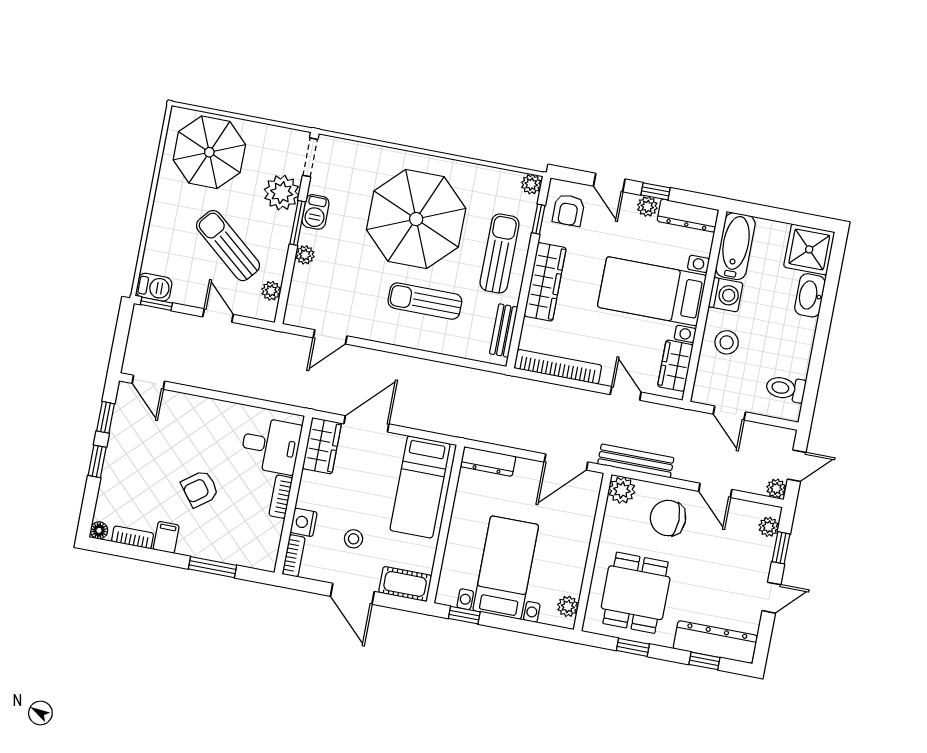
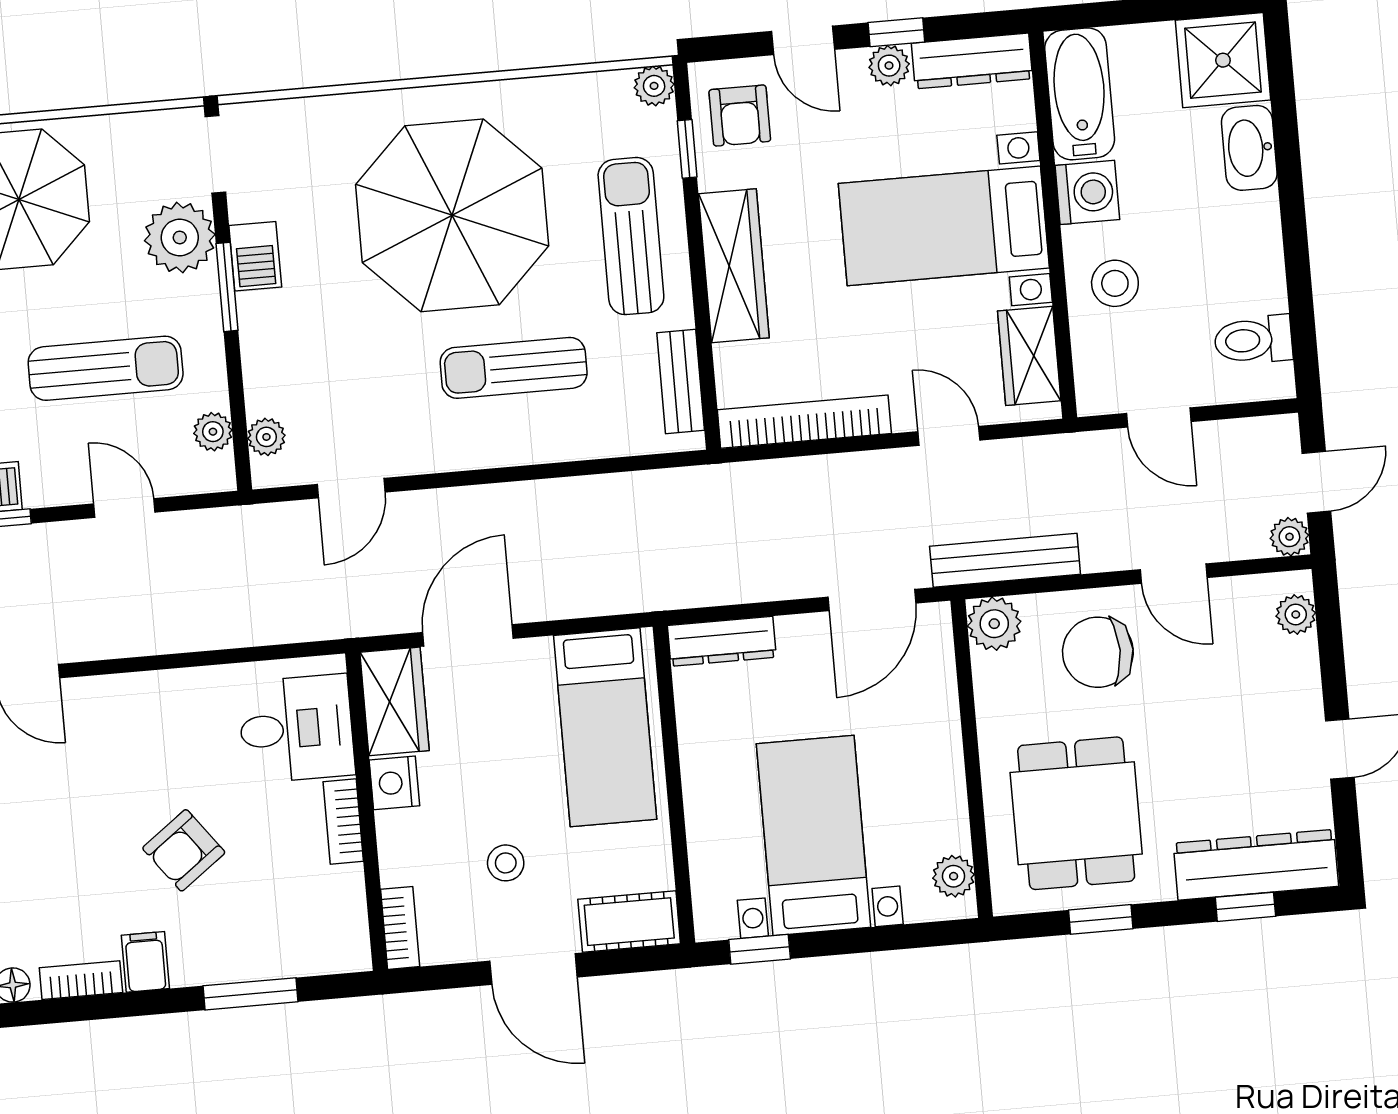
sun lounger: (228, 246) -> (106, 368), turned 140
plant: (305, 255) -> (266, 437), moved
nightstand: (304, 522) -> (394, 783), moved
window: (781, 548) -> (1331, 648), removed

